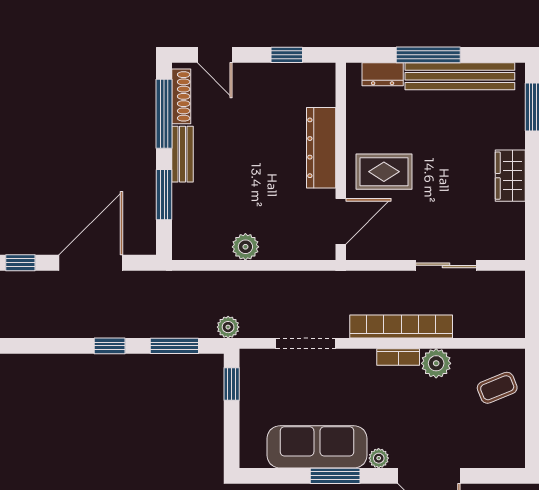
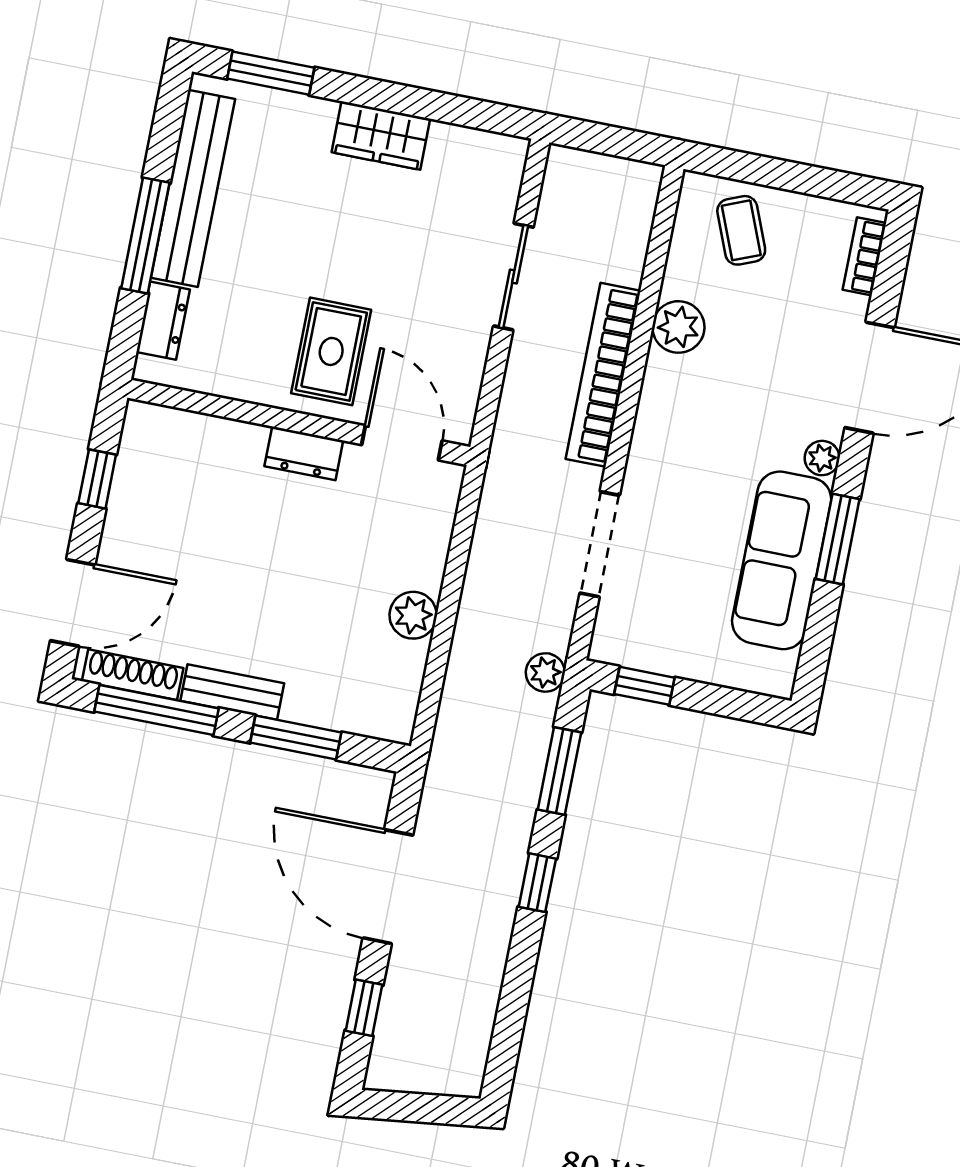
door: (215, 55) -> (73, 603), width x1.37
dresser: (321, 148) -> (304, 453), width x0.51, depth x0.80
bookcase: (398, 357) -> (864, 256), moved, turned 180

